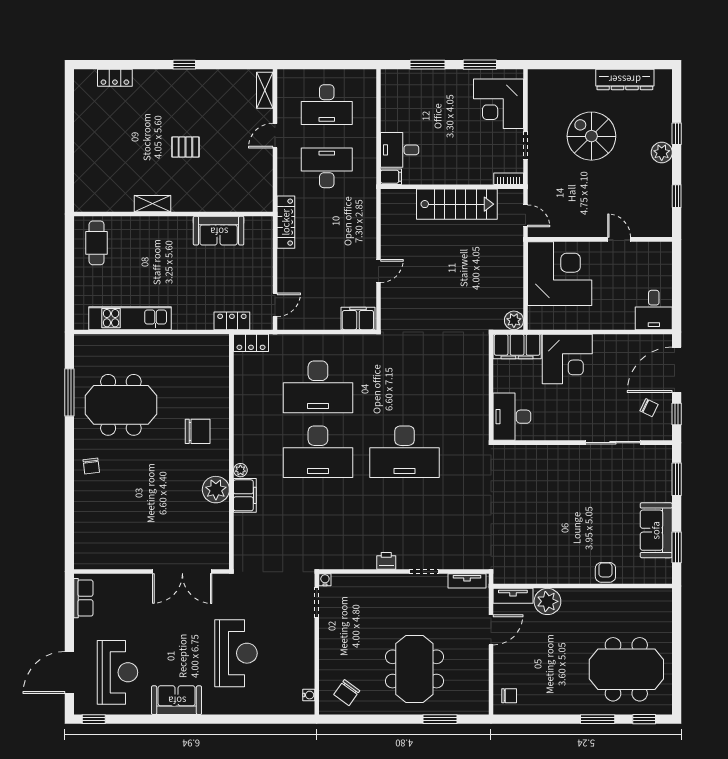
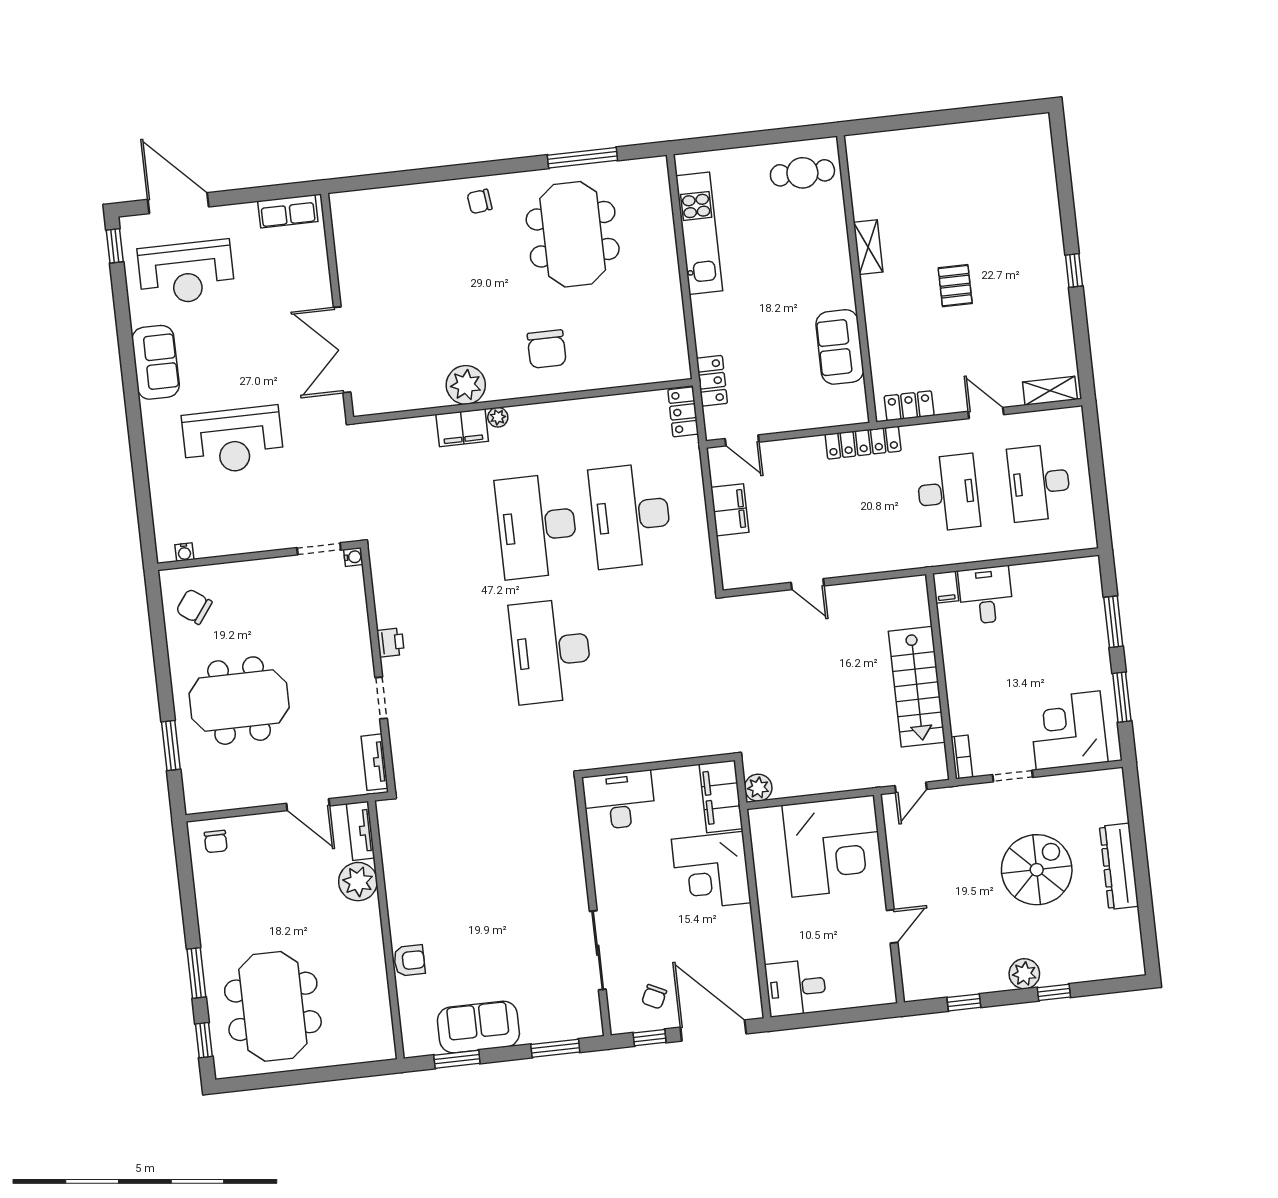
locker: (115, 78) -> (909, 406), moved, turned 90
dresser: (625, 79) -> (1119, 866), moved
filing cabinet: (358, 318) -> (730, 510), moved

